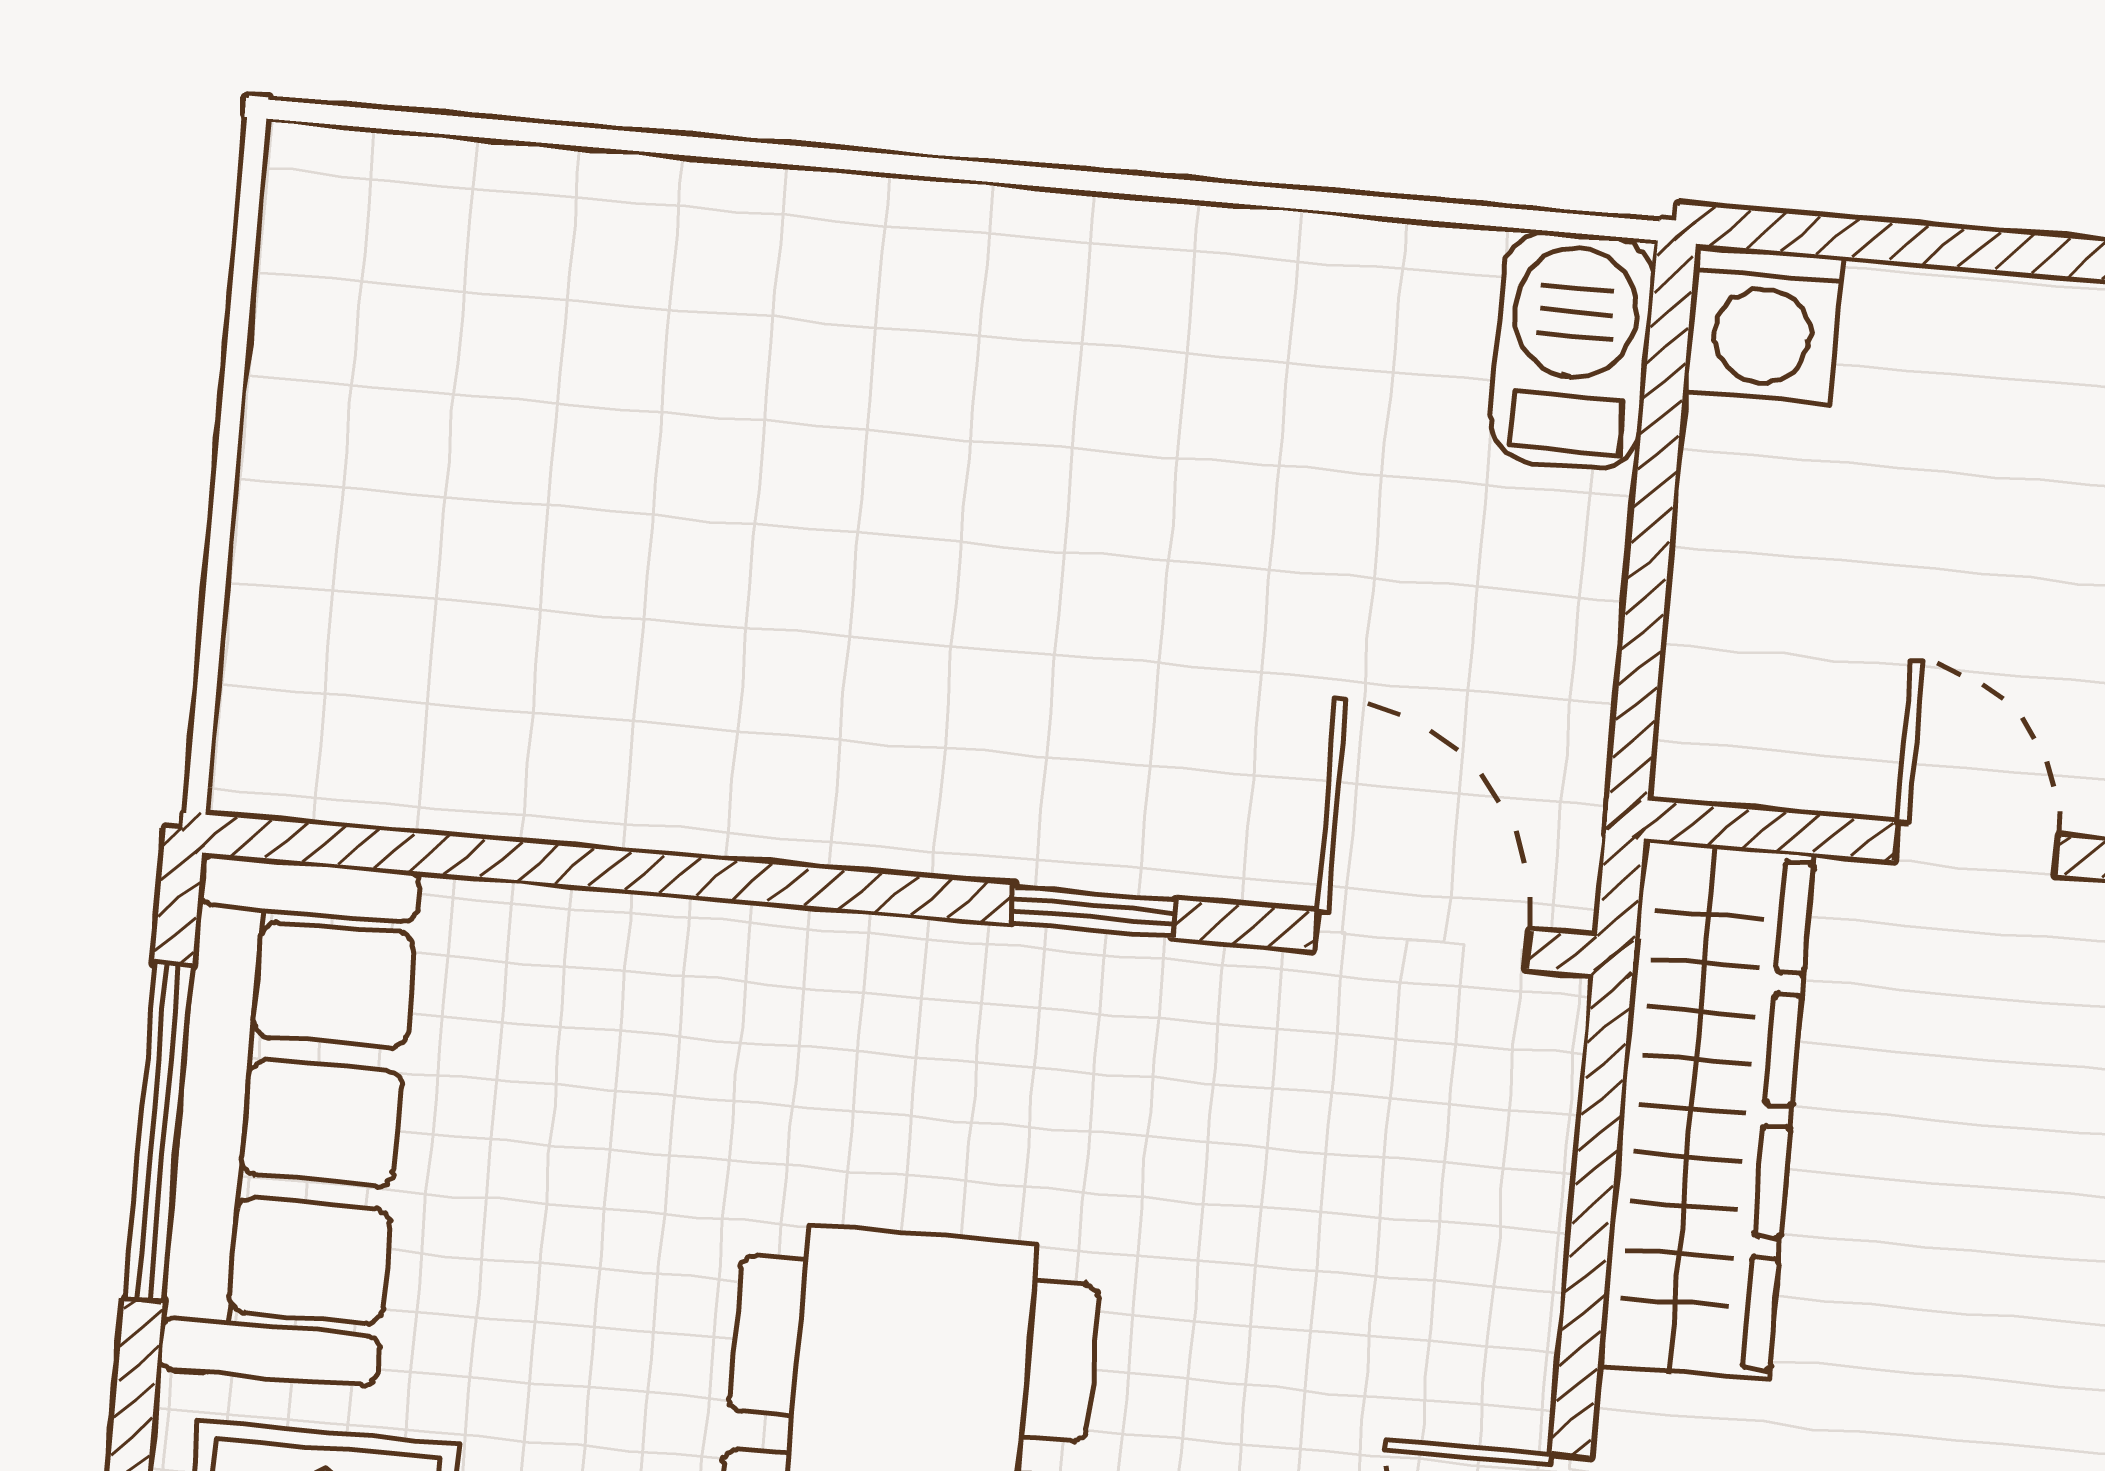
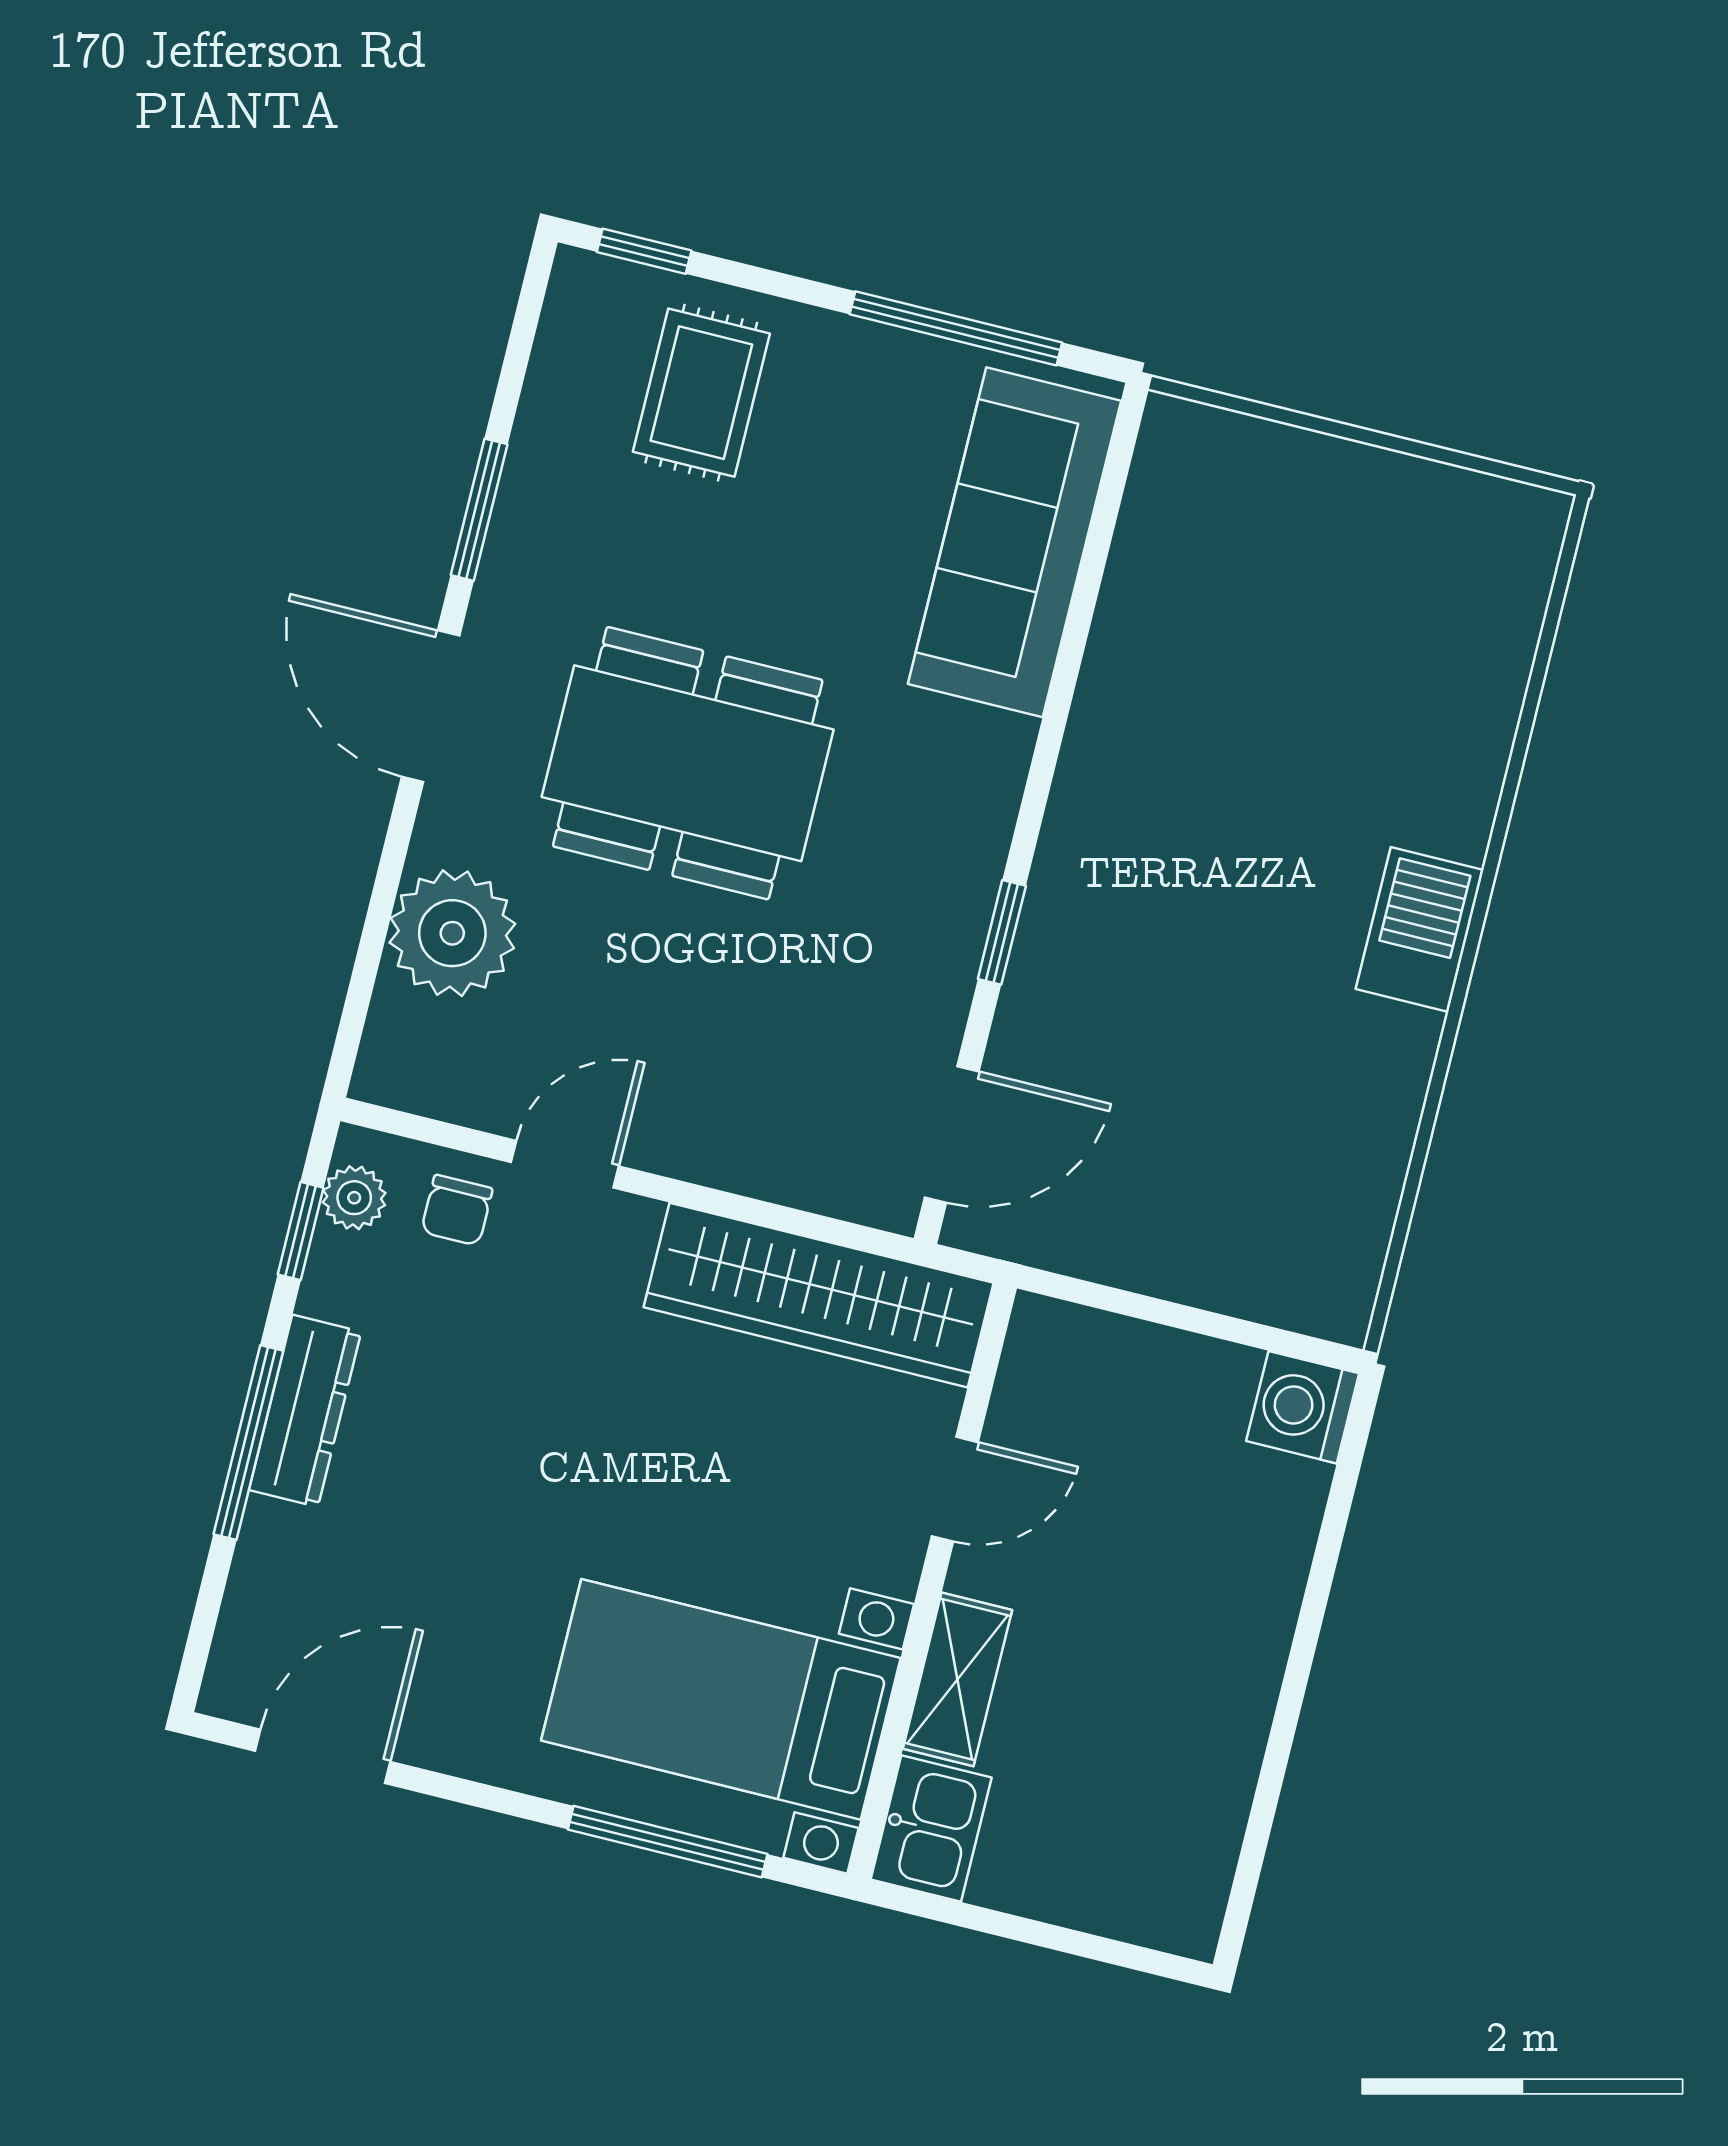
barbecue: (1572, 350) -> (1420, 929), moved, turned -90
sofa: (289, 1120) -> (1014, 542), moved, turned 90

